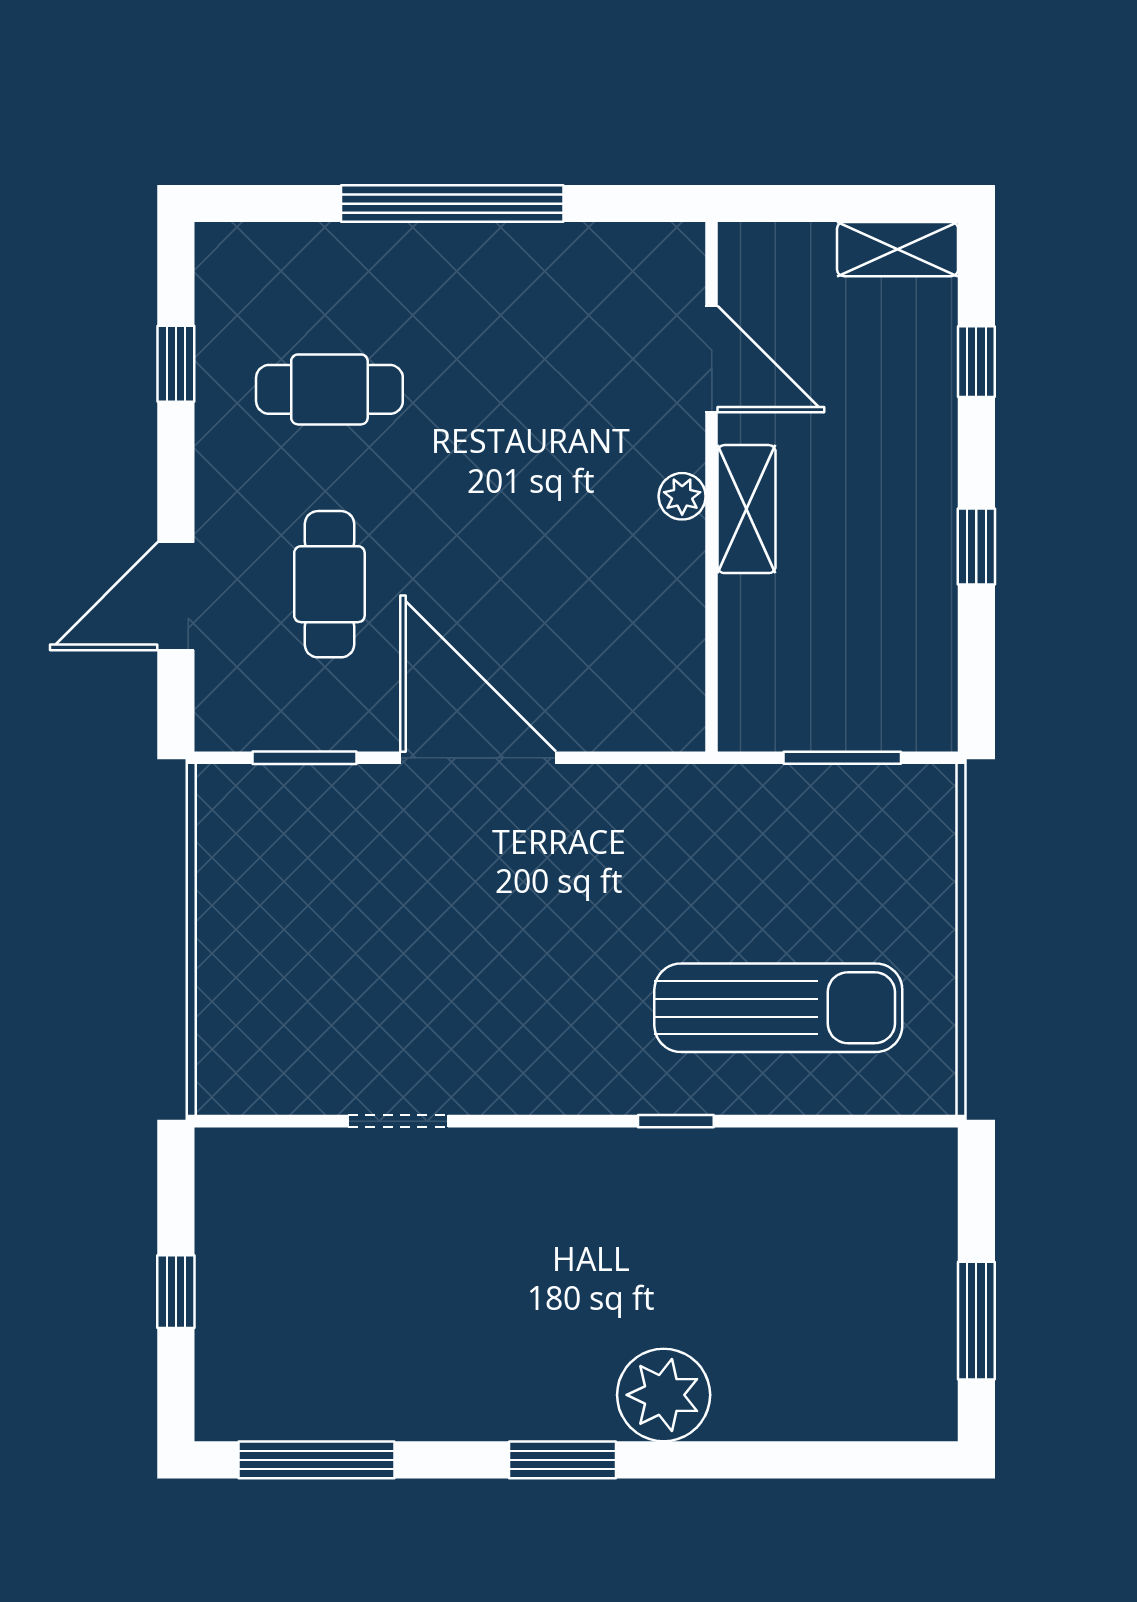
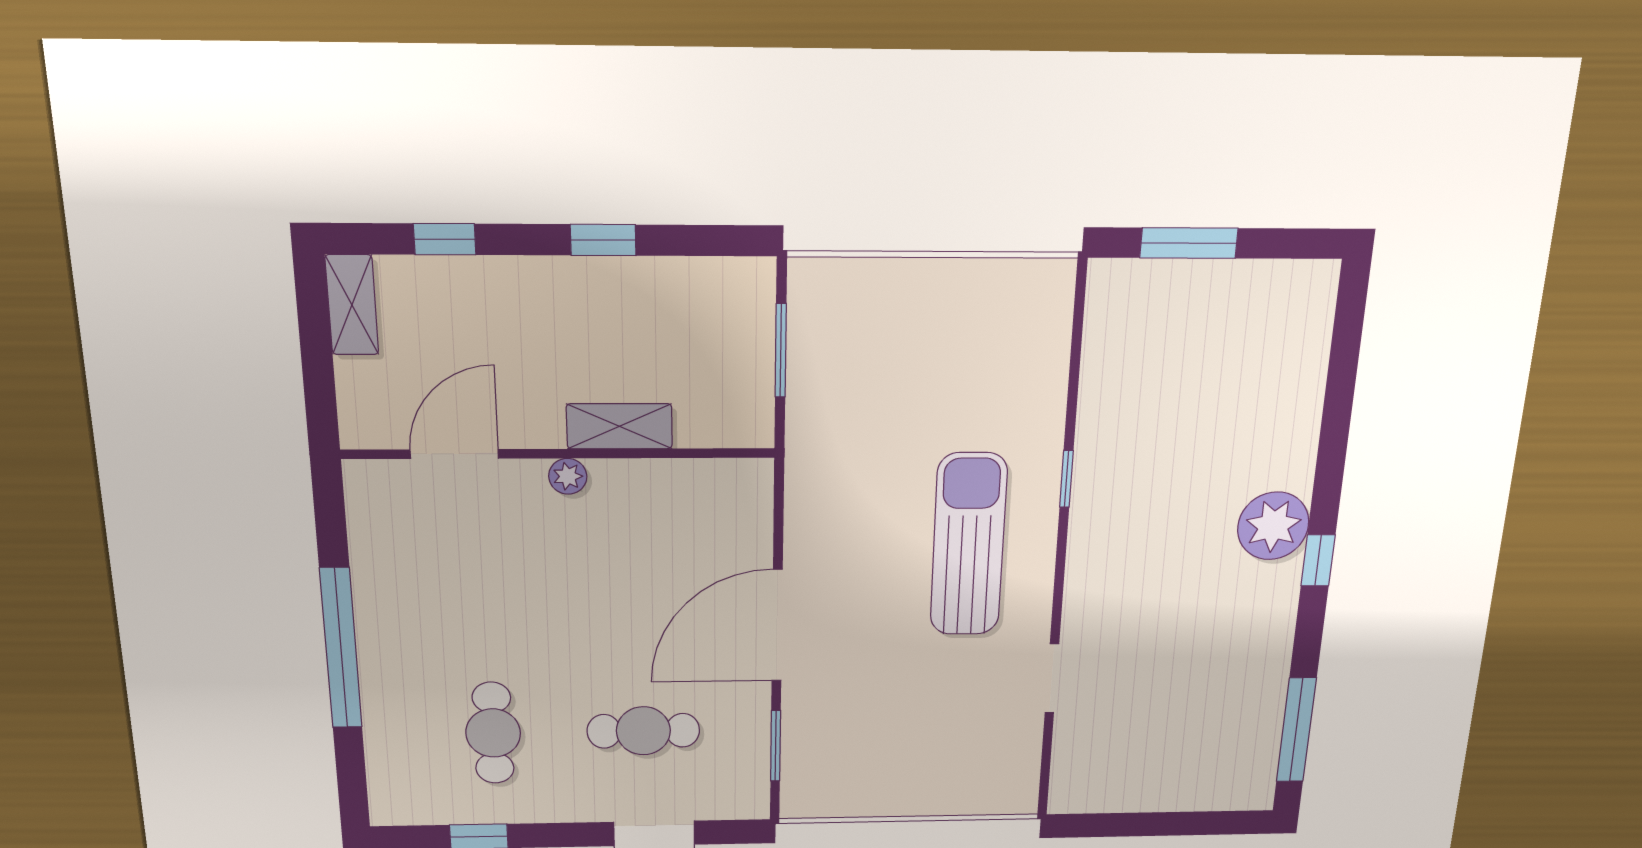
shelving: (747, 509) -> (619, 426), moved
sun lounger: (778, 1008) -> (968, 545), moved
window: (176, 1292) -> (1164, 824), removed
window: (976, 1321) -> (1189, 243), moved
plant: (664, 1395) -> (1273, 526), moved
window: (562, 1460) -> (1318, 560), width x0.67

